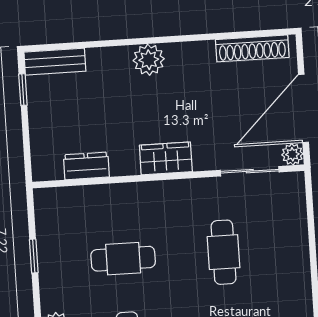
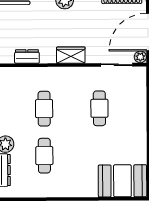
cafe table: (123, 259) -> (44, 109), turned 90

